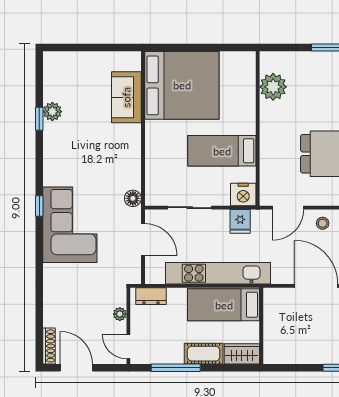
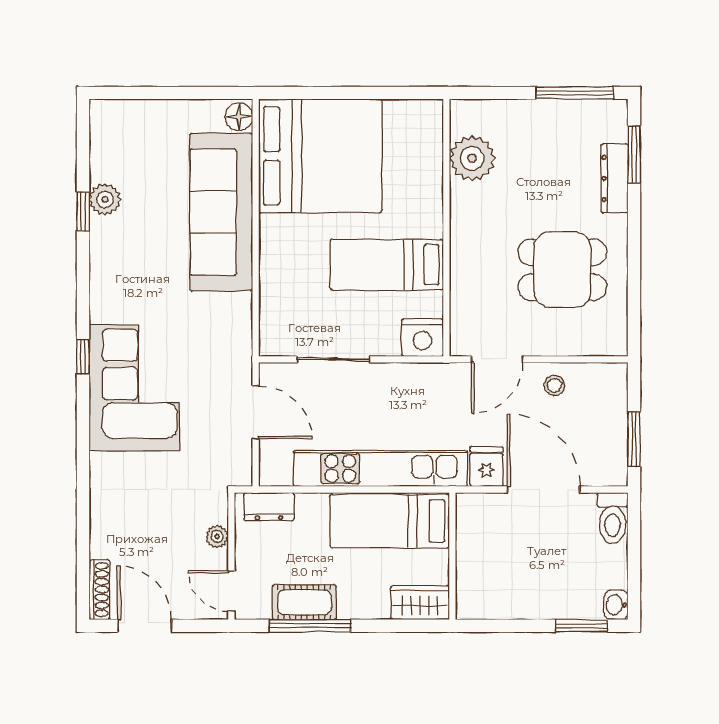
sofa: (126, 97) -> (221, 212), width x1.85, depth x1.27
floor lamp: (133, 198) -> (239, 117), moved
fridge: (240, 221) -> (487, 467), moved, turned 180
cot: (204, 354) -> (304, 602), moved

